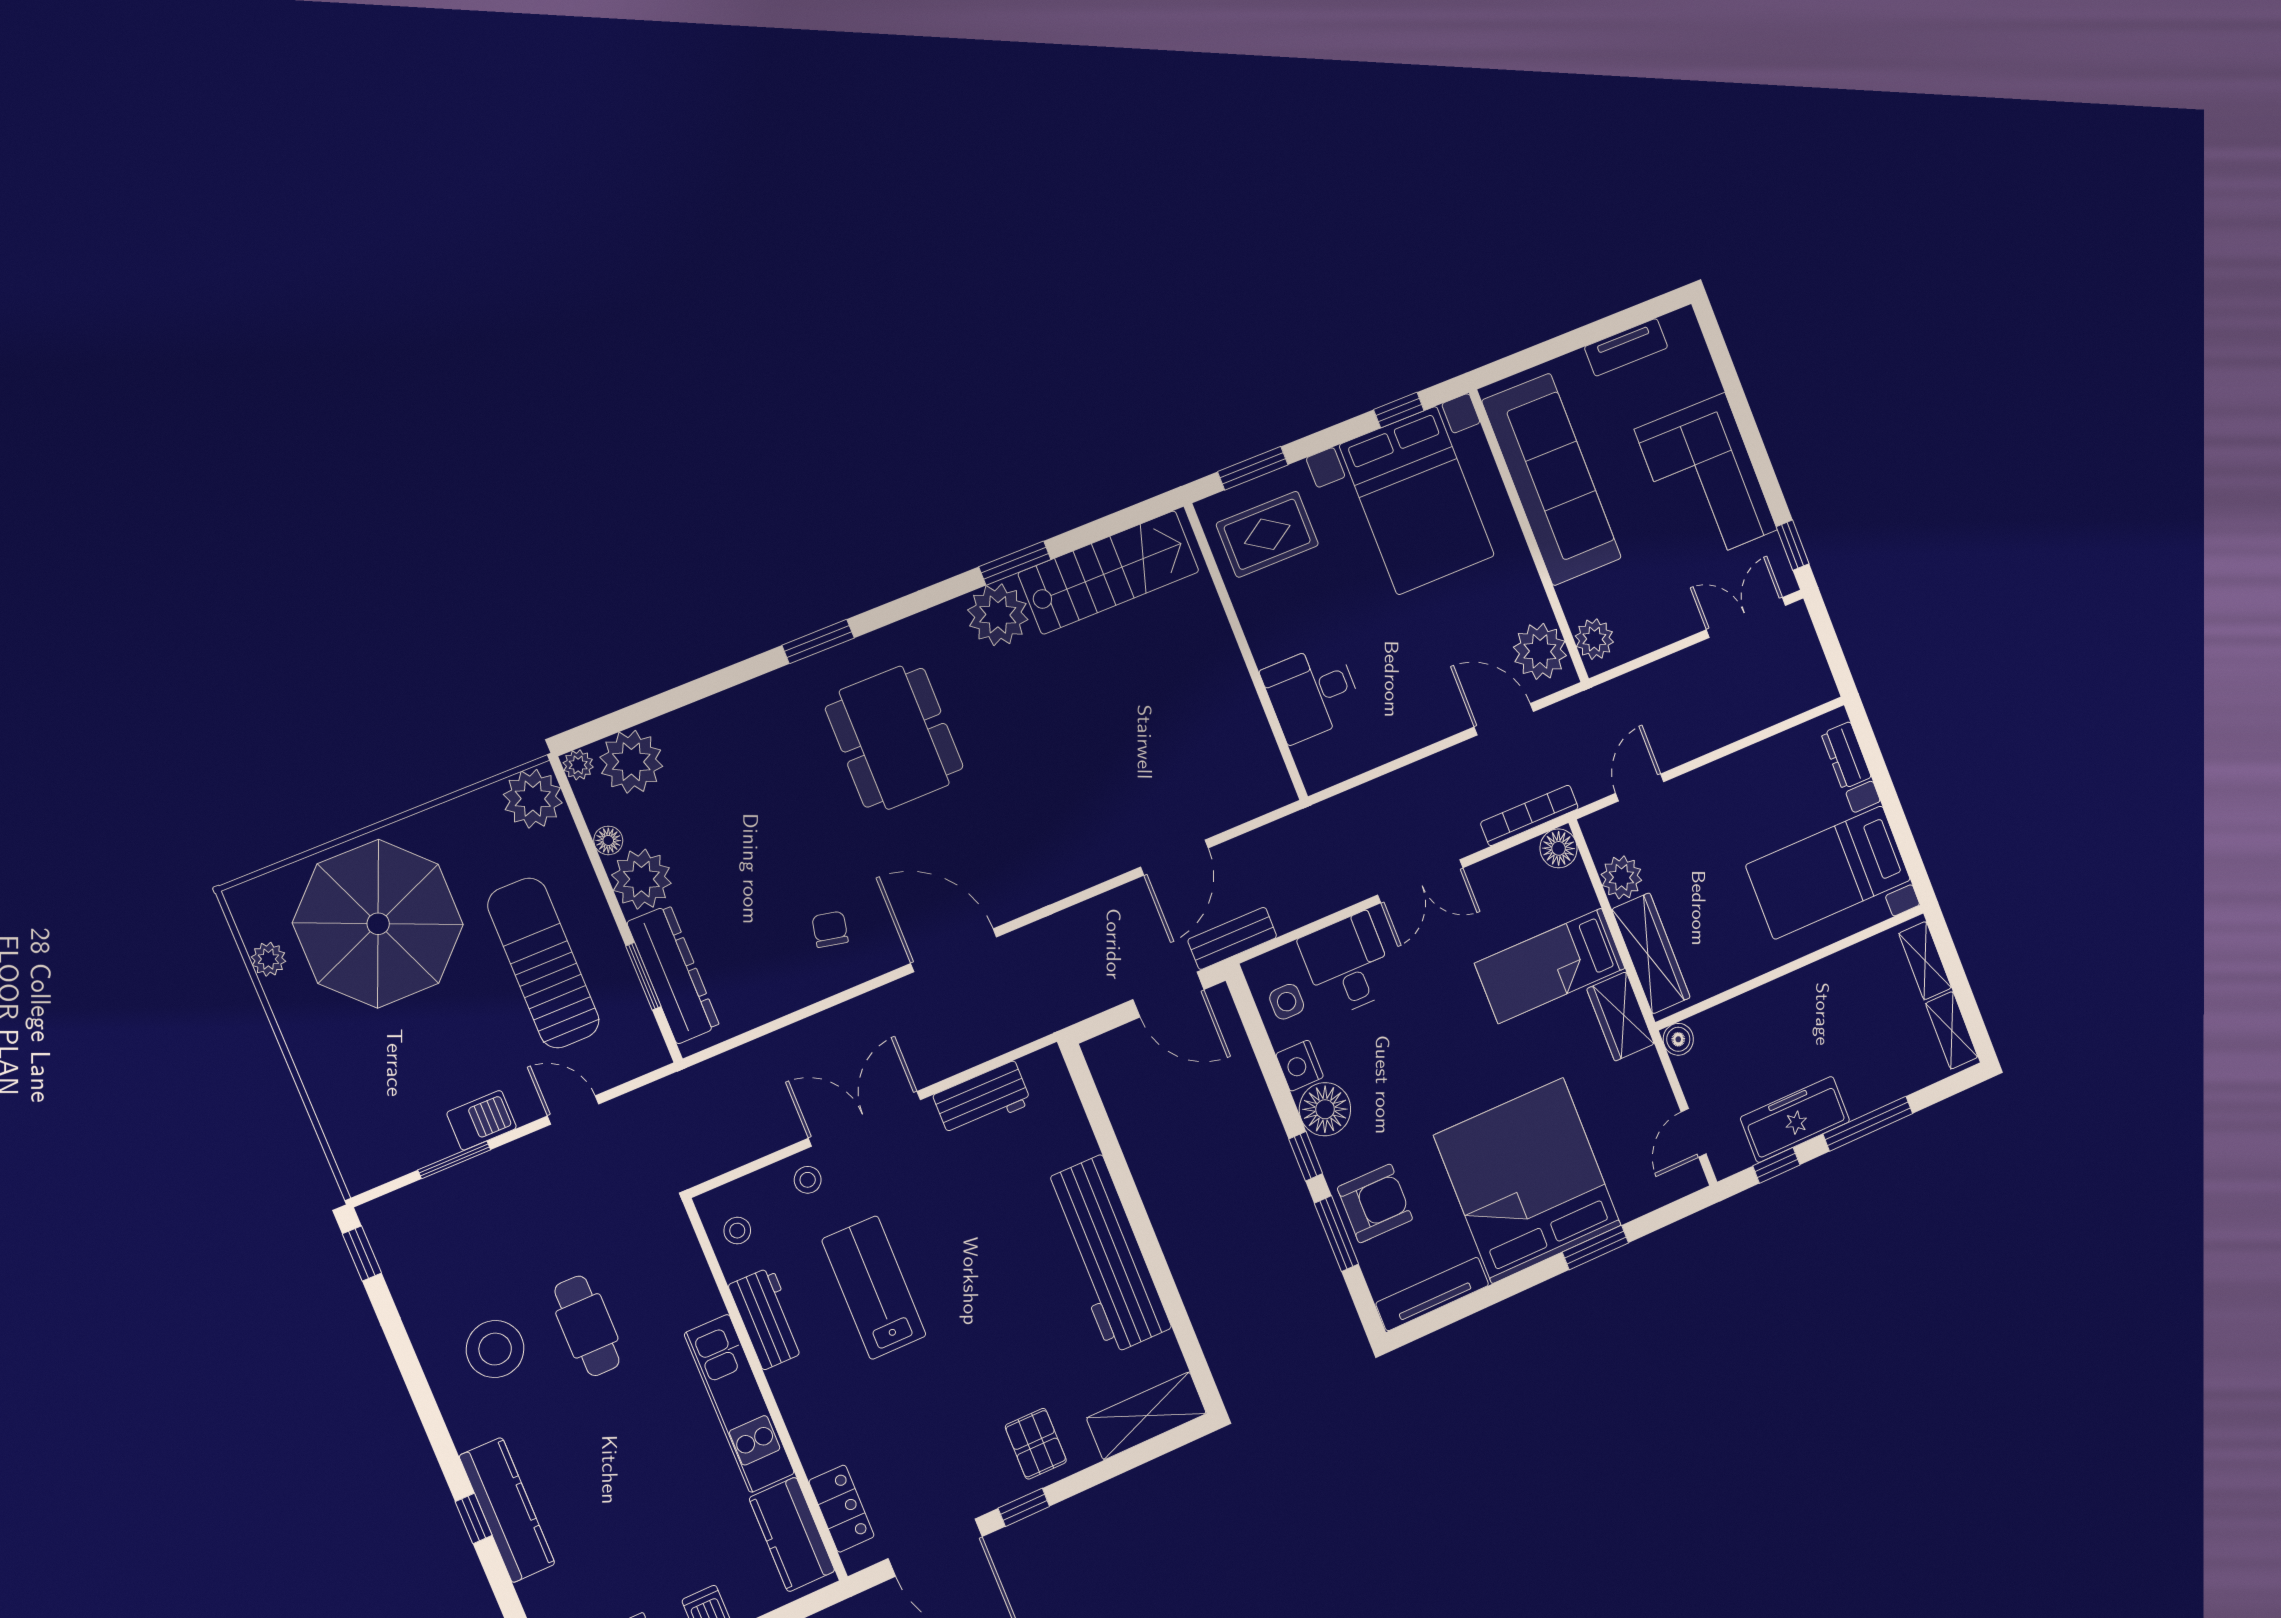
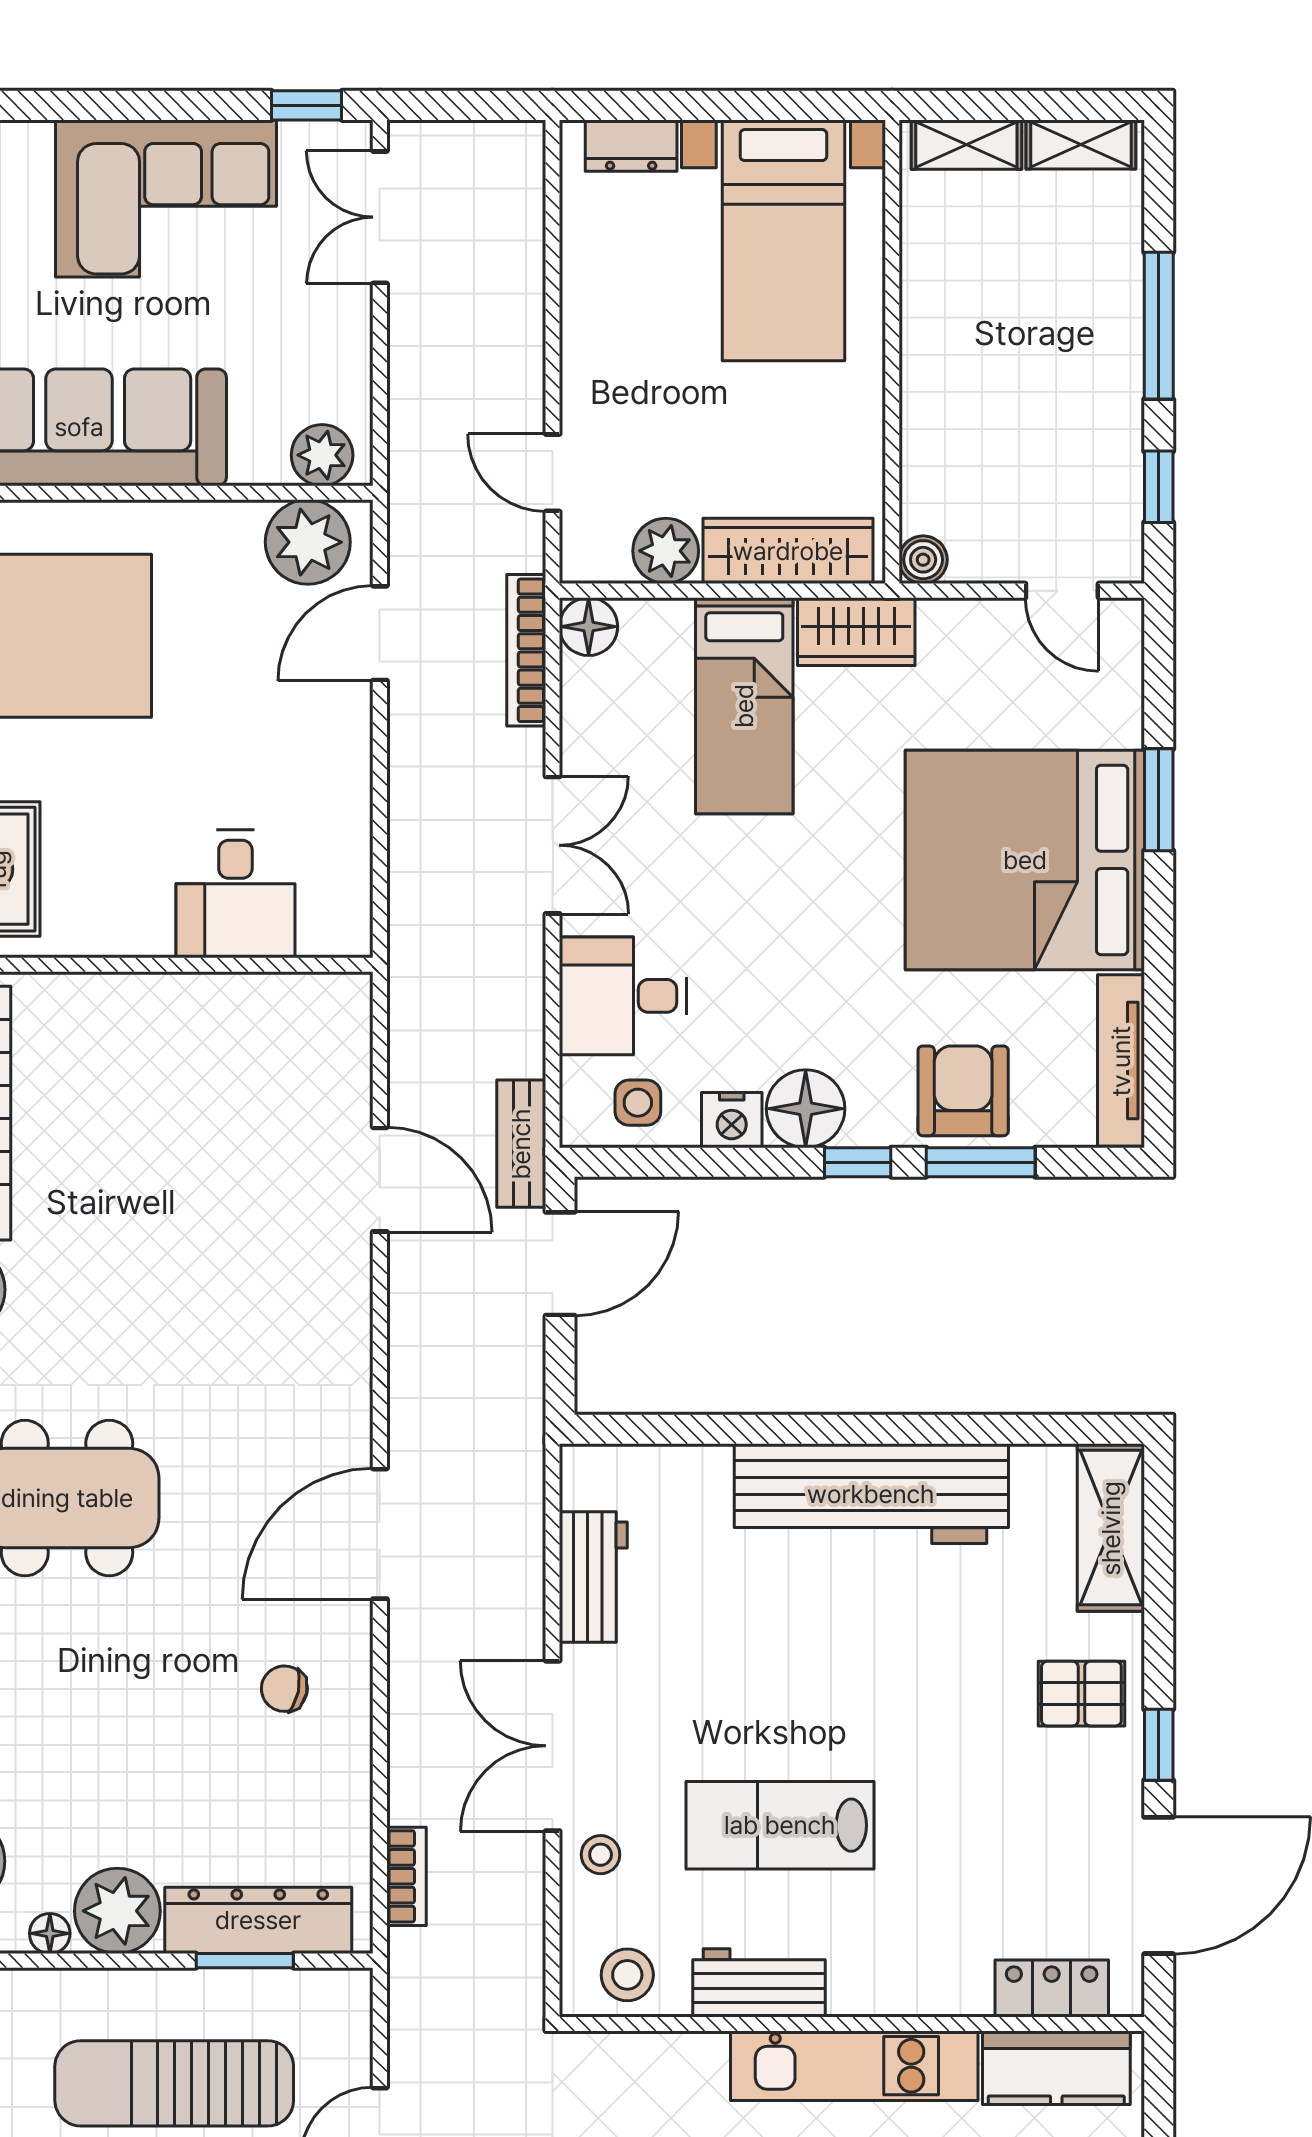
bookcase: (742, 1059) -> (406, 1876), added
freezer: (1795, 1119) -> (1107, 432), removed
stool: (737, 1231) -> (627, 1975), width x1.37, depth x1.37

